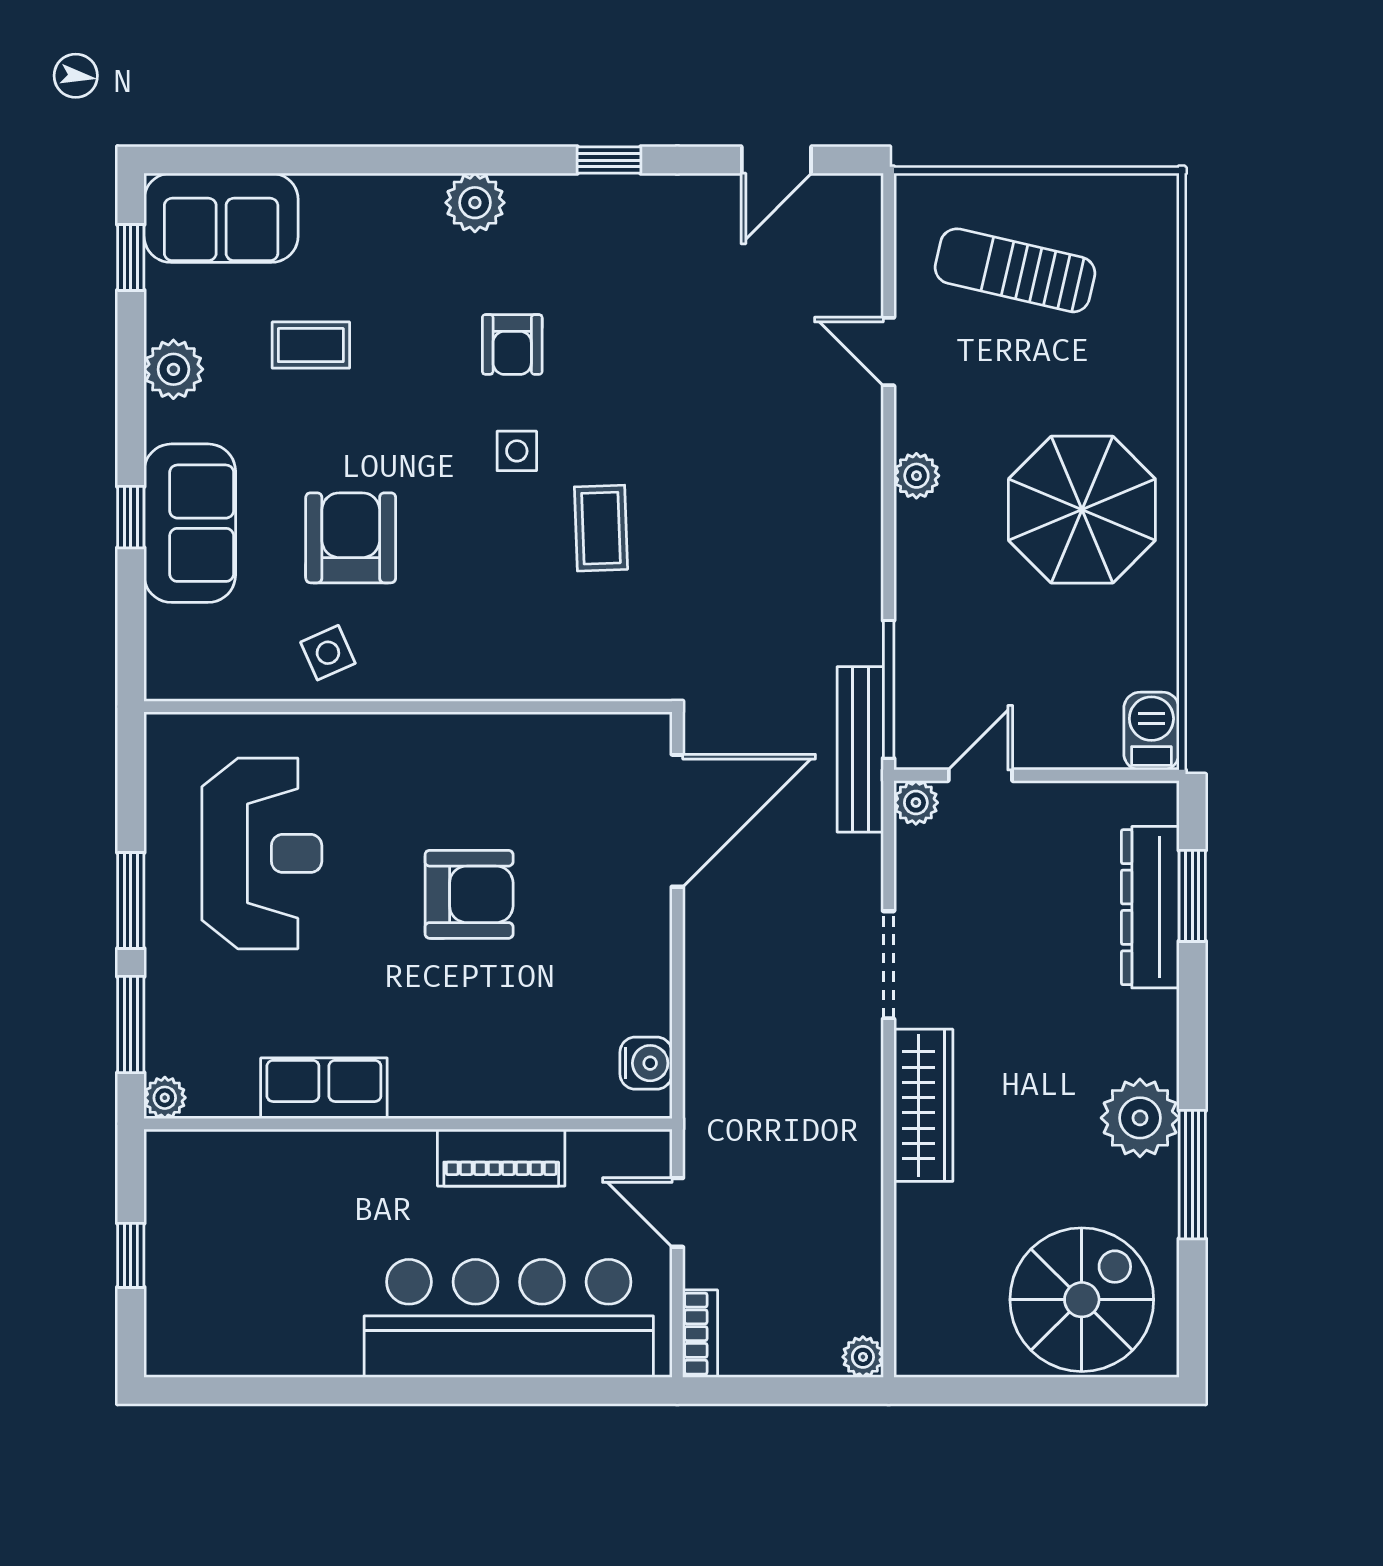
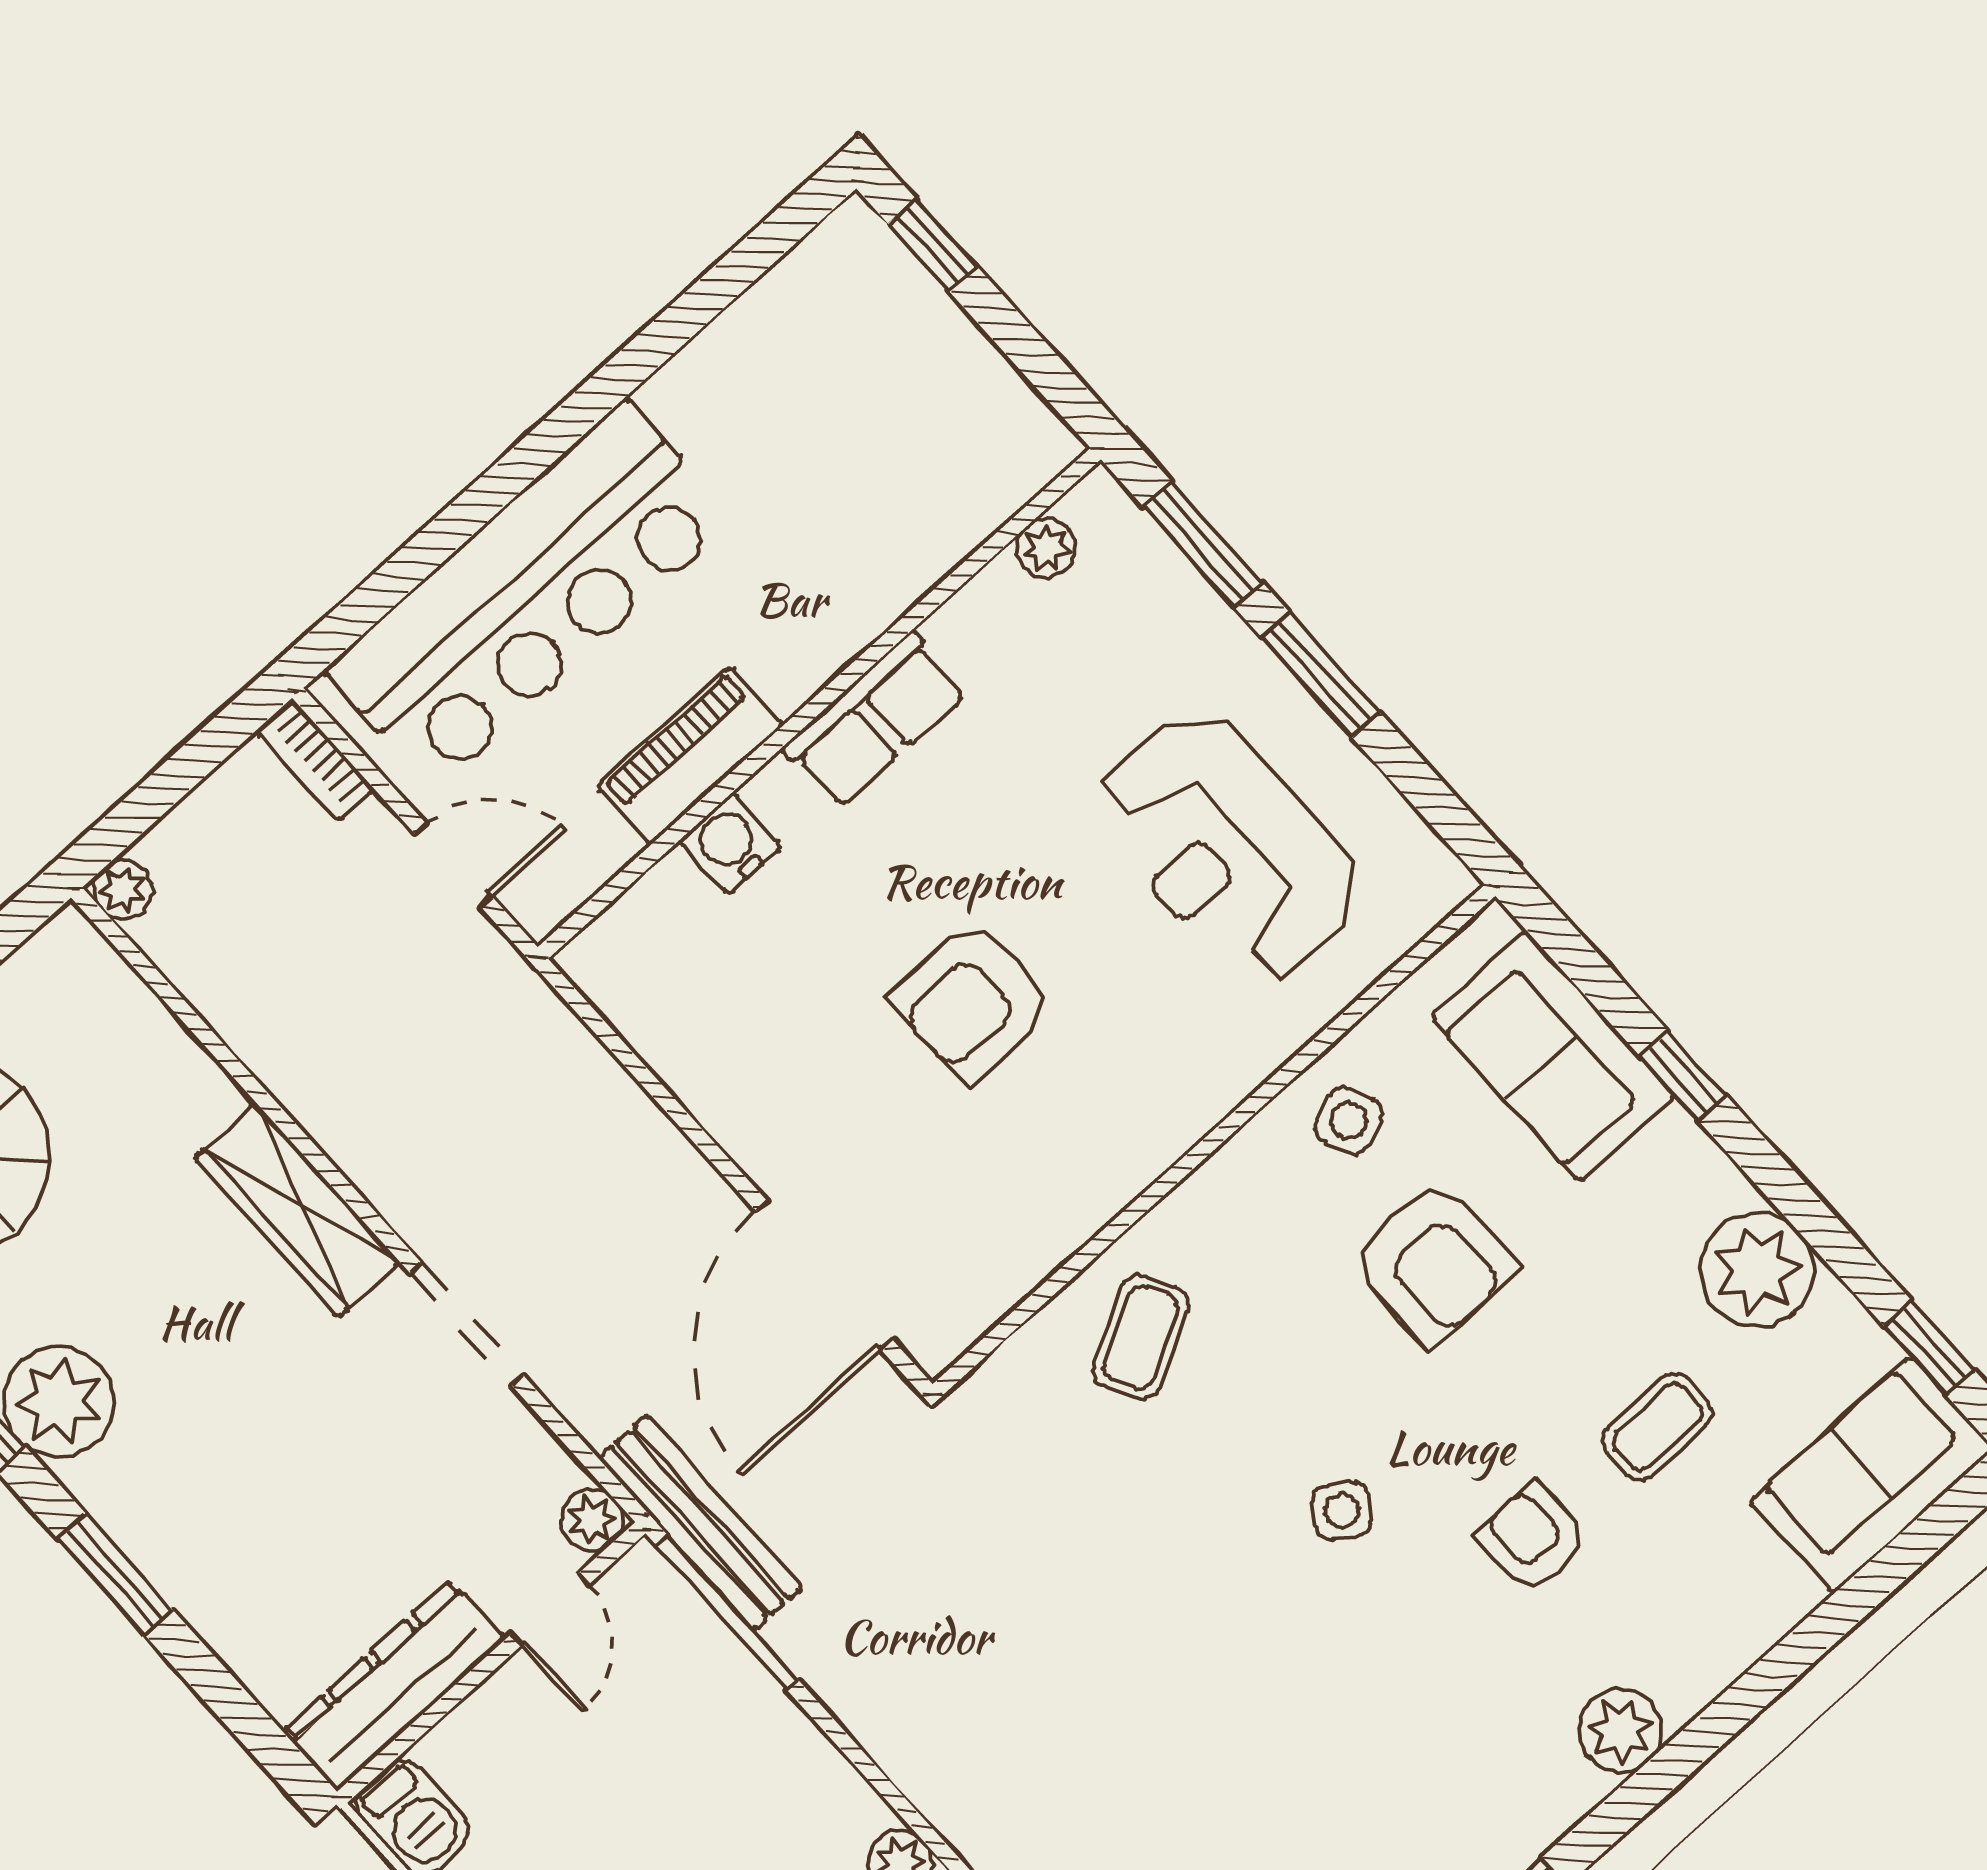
armchair: (512, 344) -> (1533, 1538), moved
plant: (173, 369) -> (1757, 1270), width x1.36, depth x1.36
side table: (517, 451) -> (1342, 1510), turned 35
sofa: (190, 523) -> (1553, 1056), moved
coffee table: (601, 528) -> (1141, 1337), moved, turned 64
window: (1192, 896) -> (116, 1575), moved
dresser: (1150, 907) -> (394, 1685), moved, turned -90
water cooler: (646, 1063) -> (730, 844), moved, turned 90
row of seats: (324, 1088) -> (875, 721), moved
plant: (165, 1098) -> (1046, 548), moved
window: (131, 1255) -> (932, 245), moved

